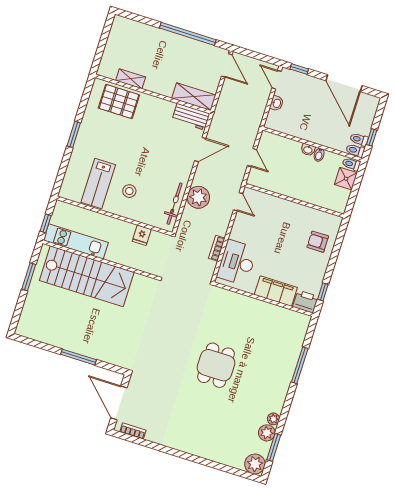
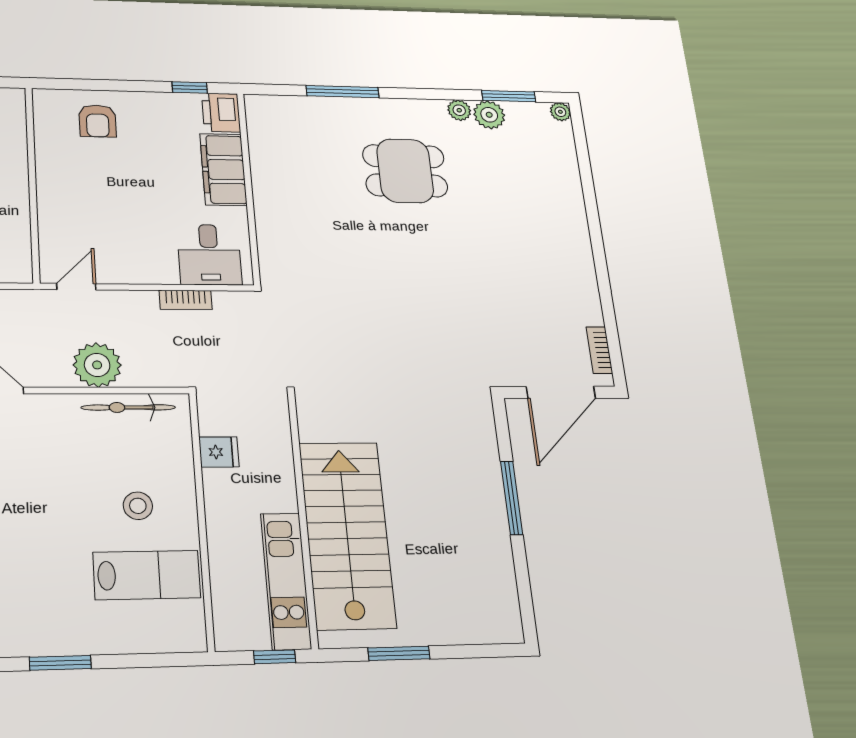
desk: (237, 262) -> (209, 255), width x0.73
dining table: (216, 365) -> (405, 171), moved
plant: (255, 464) -> (560, 112), width x0.53, depth x0.53

